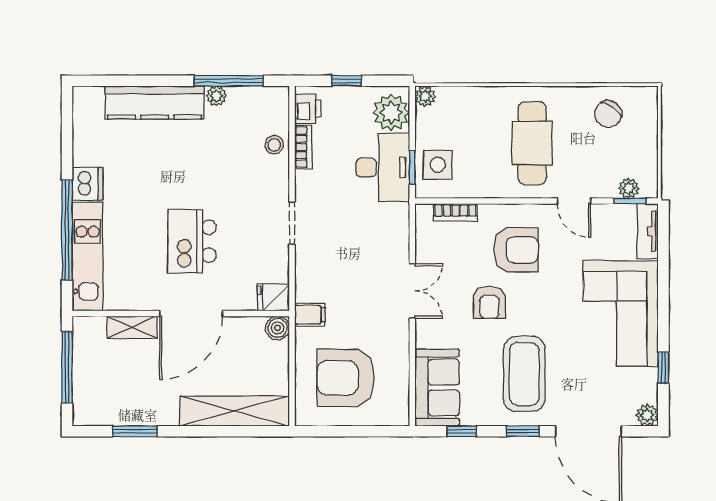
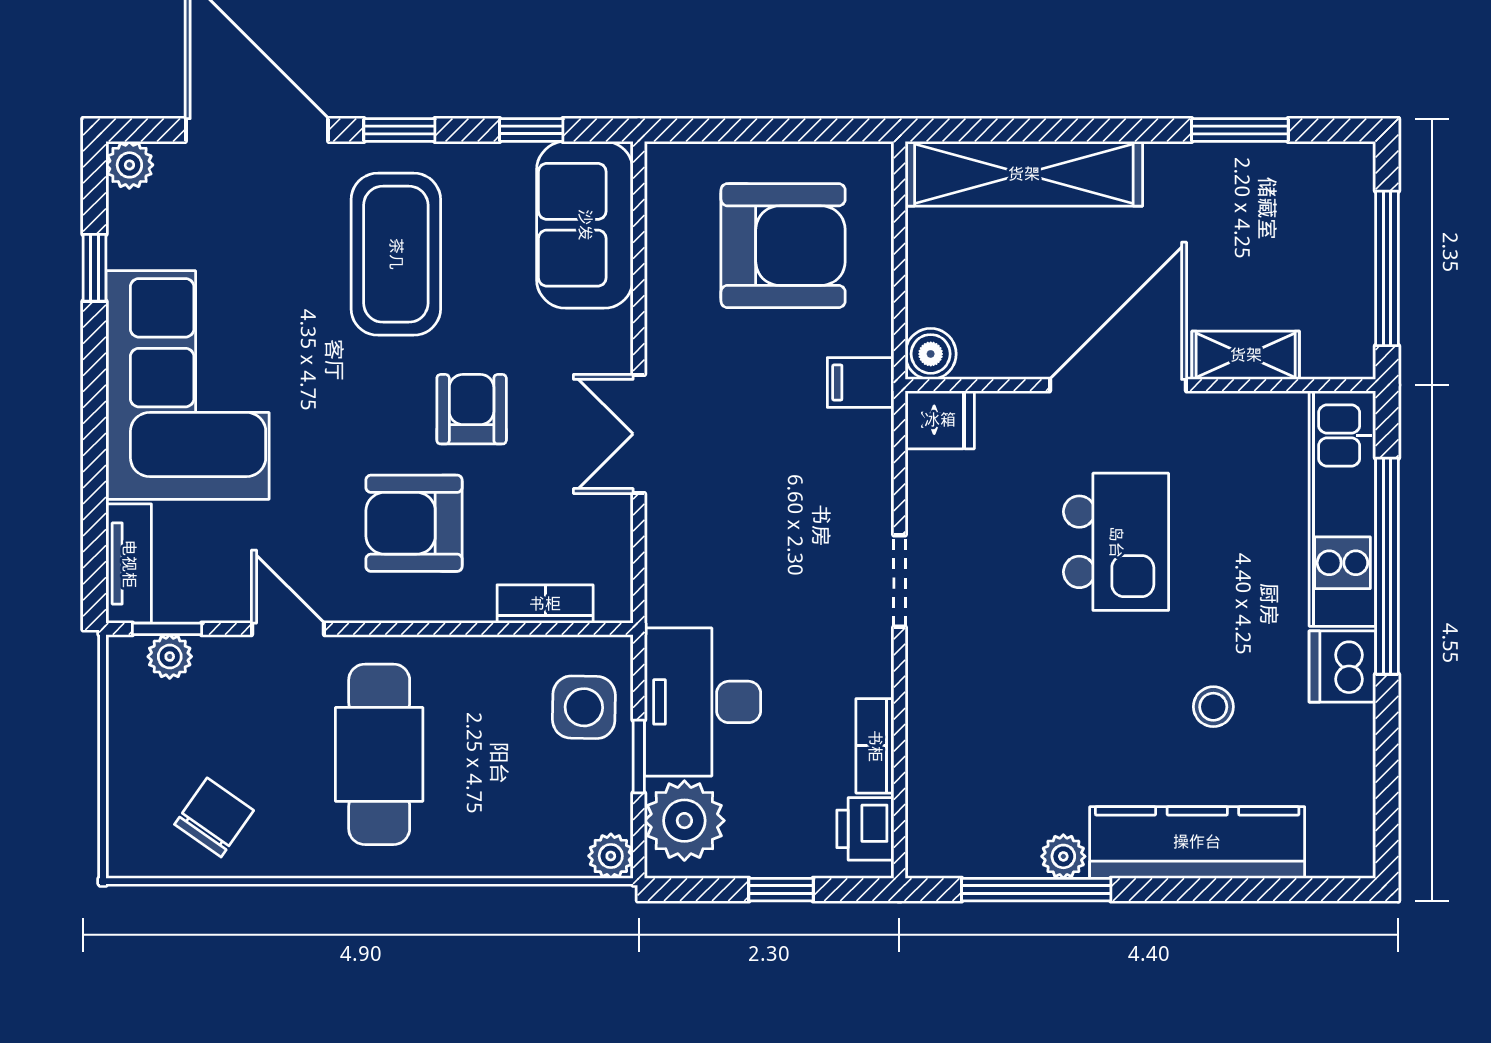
stool: (274, 145) -> (1213, 707), moved
window: (412, 167) -> (639, 757), moved

